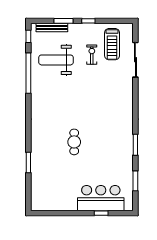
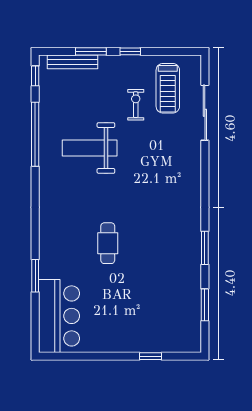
weight bench: (56, 60) -> (90, 148), moved
bar counter: (101, 198) -> (59, 316), moved, turned 90

